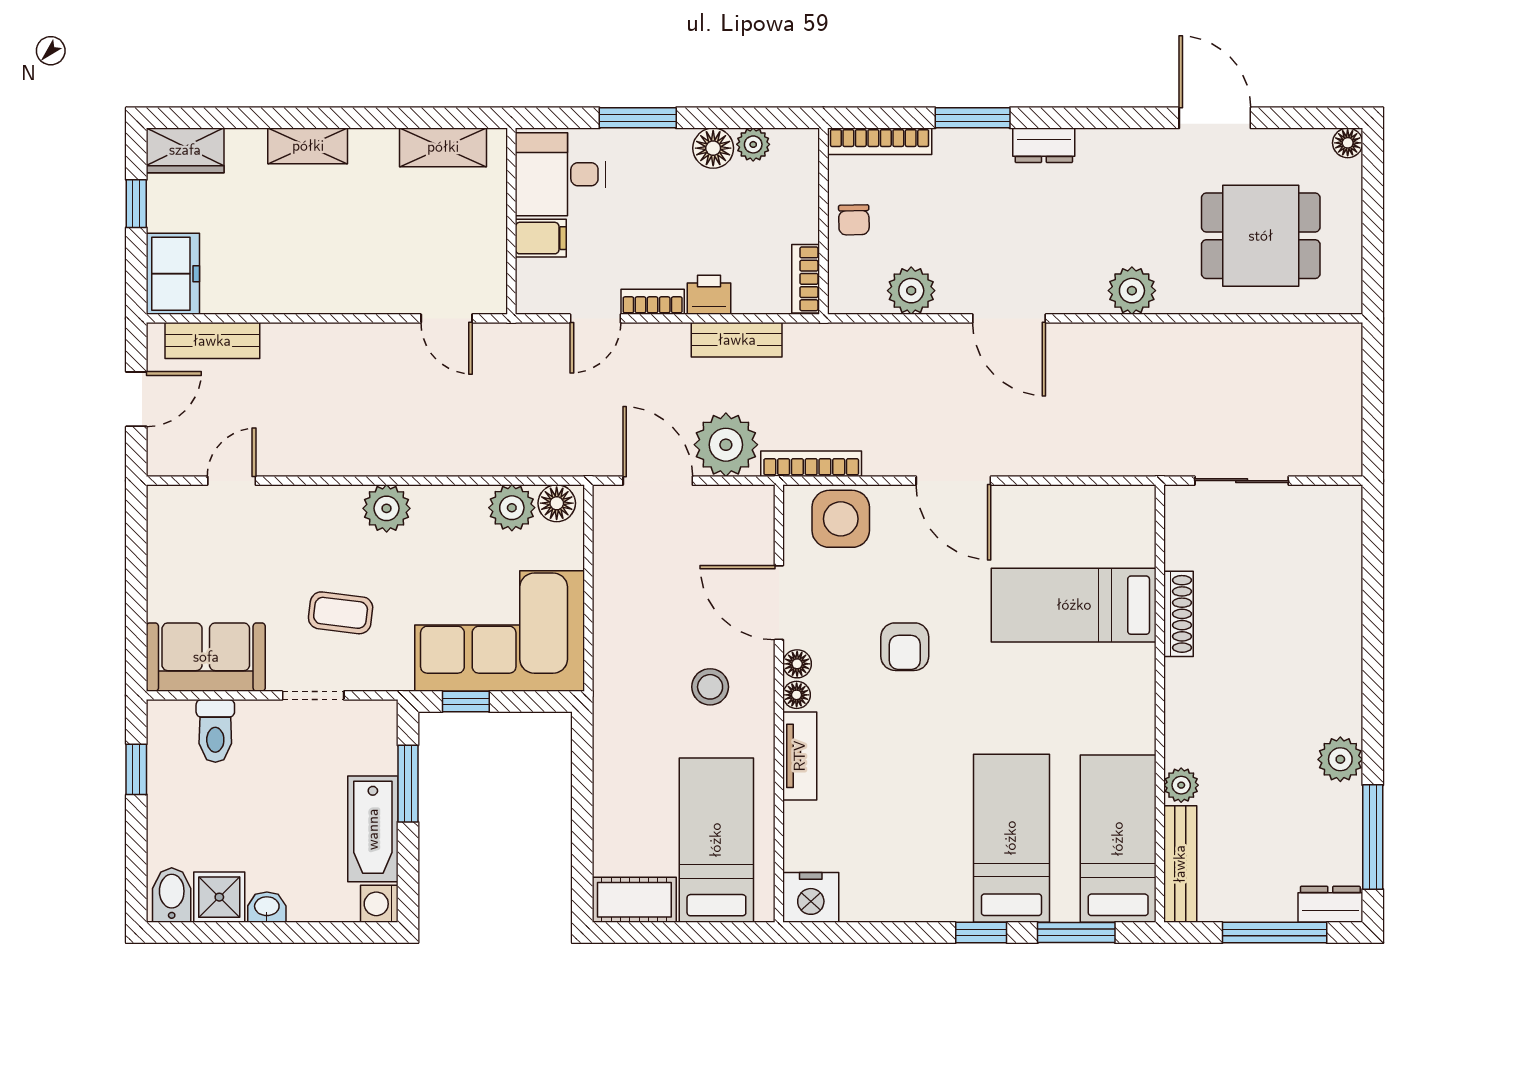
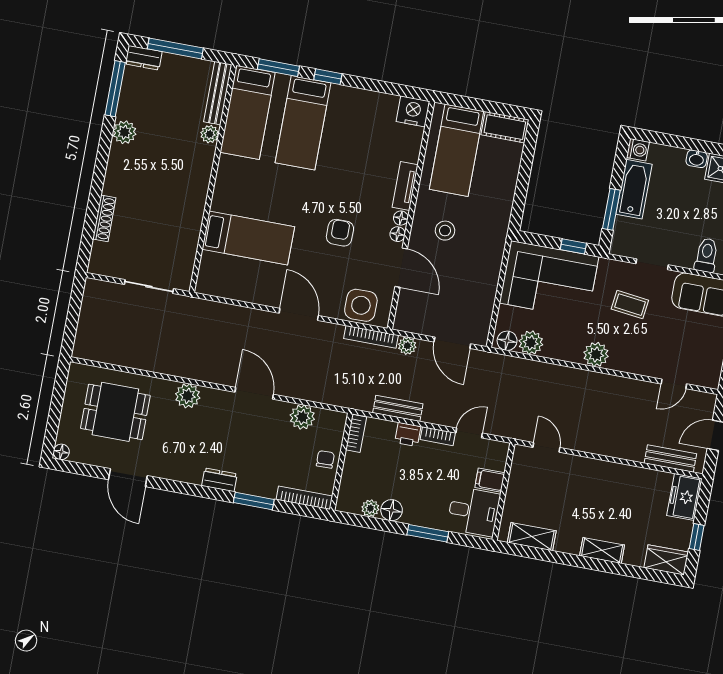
plant: (726, 445) -> (407, 346), width x0.53, depth x0.53
shoe rack: (1179, 614) -> (104, 218), moved, turned 180

